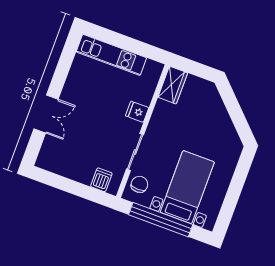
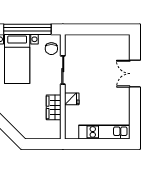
wardrobe: (173, 85) -> (54, 107), moved
dishwasher: (101, 180) -> (79, 42), removed

